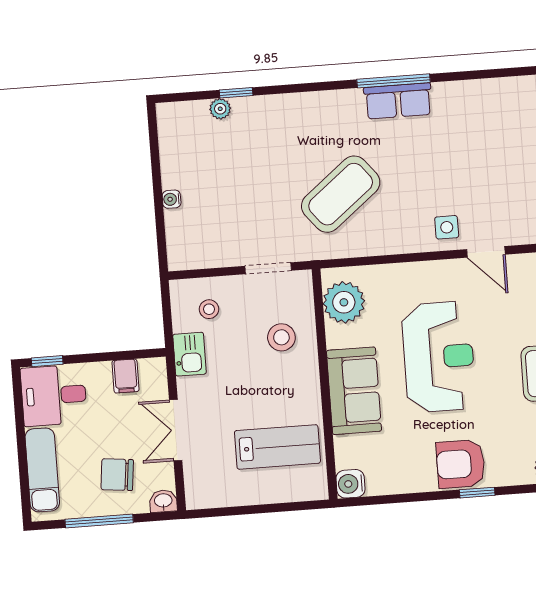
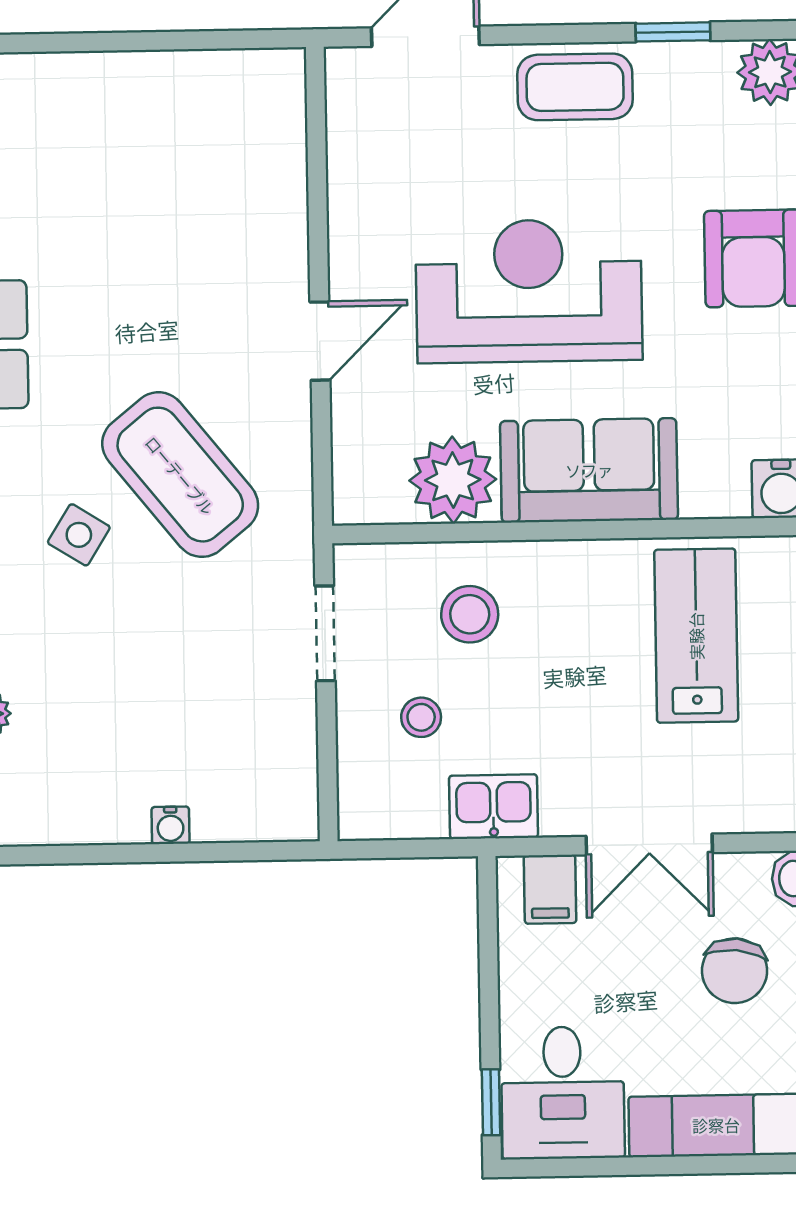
side table: (447, 227) -> (79, 535), moved, turned 32
door: (486, 252) -> (320, 341), moved
plant: (344, 302) -> (453, 480), moved
stool: (209, 309) -> (421, 717), moved
filing cabinet: (125, 376) -> (550, 889), moved, turned 90

